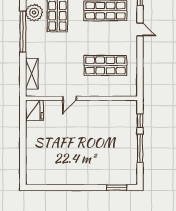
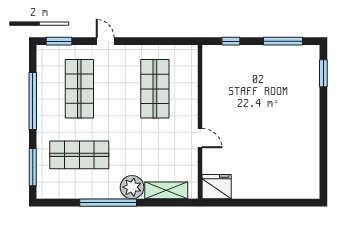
plant: (34, 13) -> (132, 187), moved
door: (140, 29) -> (105, 41), hinge flipped
window: (140, 148) -> (283, 41), moved

